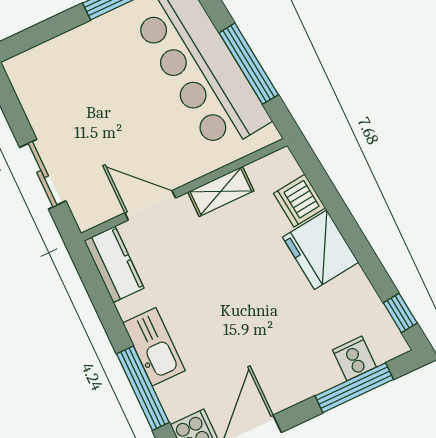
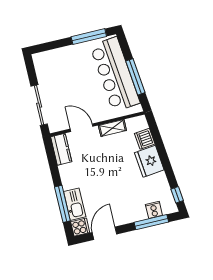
sliding door: (43, 174) -> (39, 105), width x1.37
kitchen sink: (154, 347) -> (75, 204), moved

